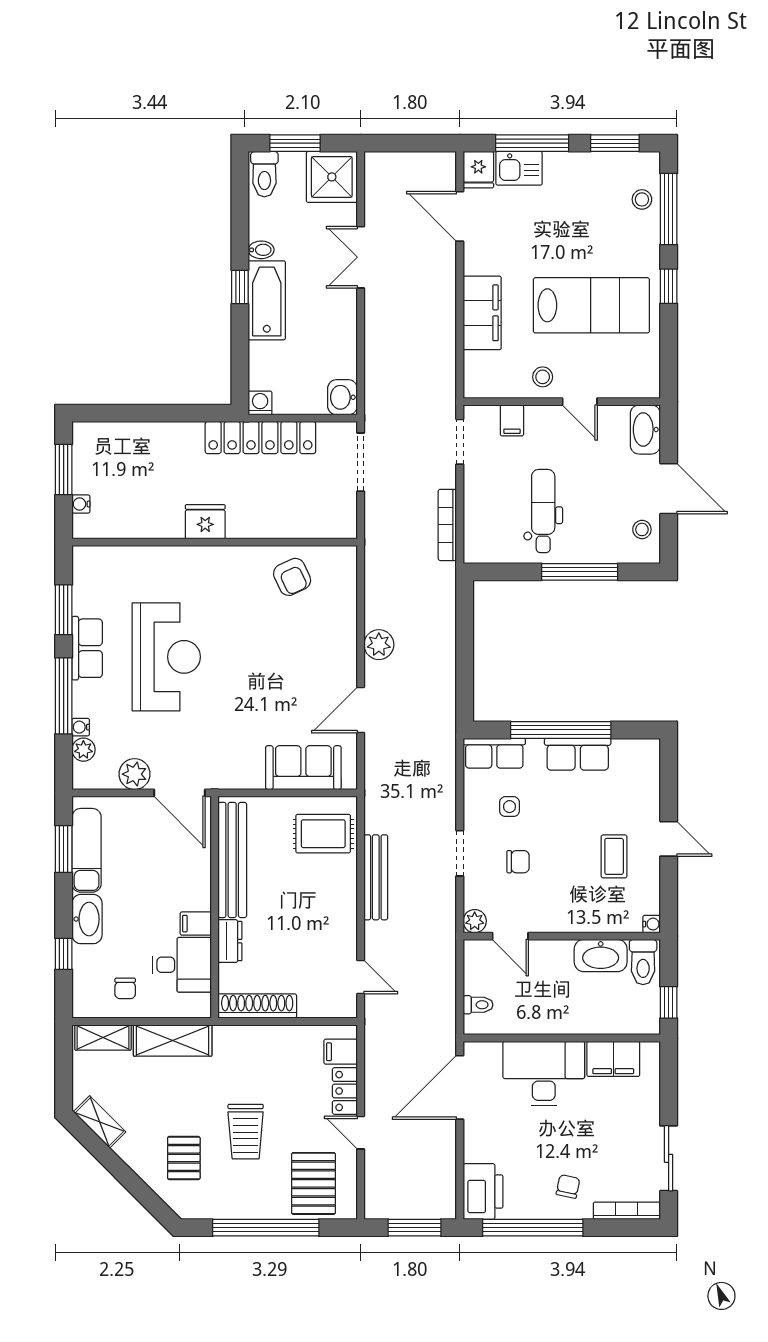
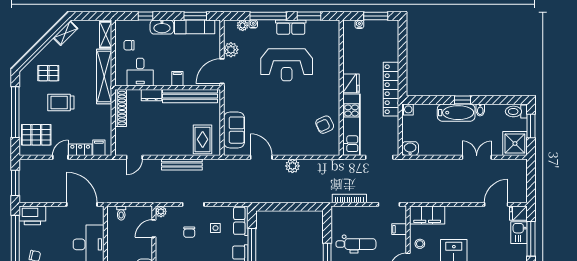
filing cabinet: (482, 313) -> (427, 215), moved
locker: (260, 438) -> (391, 89), moved
kitchen unit: (292, 521) -> (351, 125), added
filing cabinet: (196, 924) -> (177, 79), moved
shelving: (173, 1040) -> (104, 76), width x1.47

